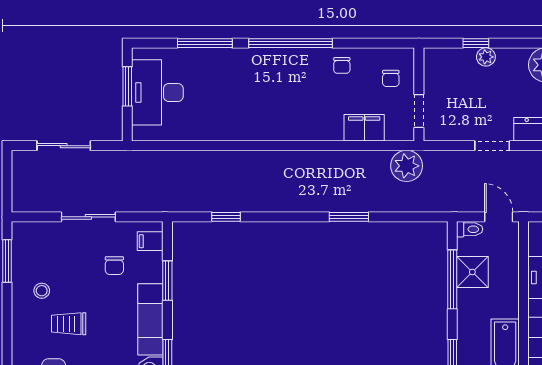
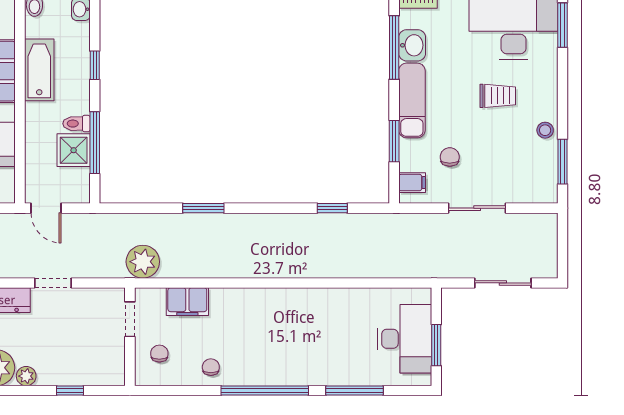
plant: (486, 57) -> (26, 376), moved
toilet: (470, 229) -> (77, 124), moved
stool: (42, 291) -> (545, 130), moved

